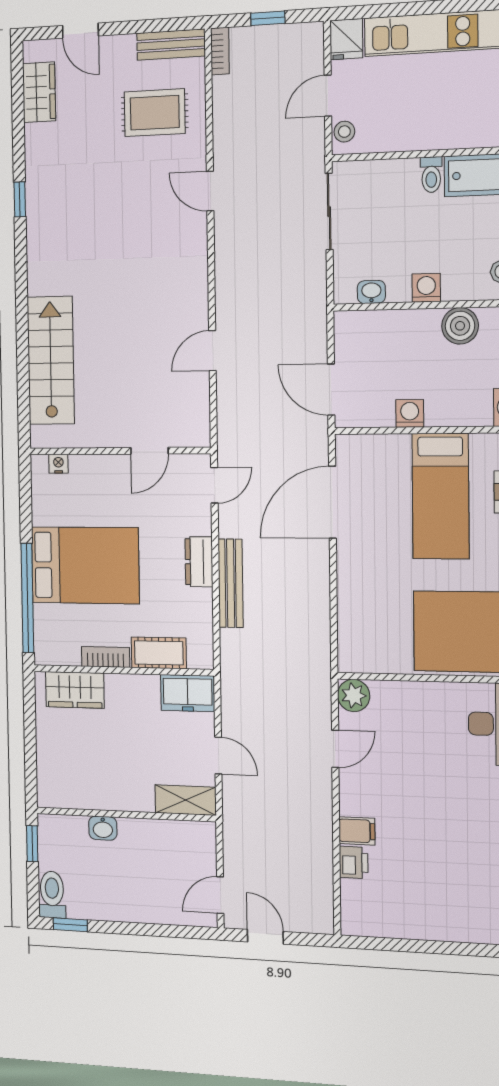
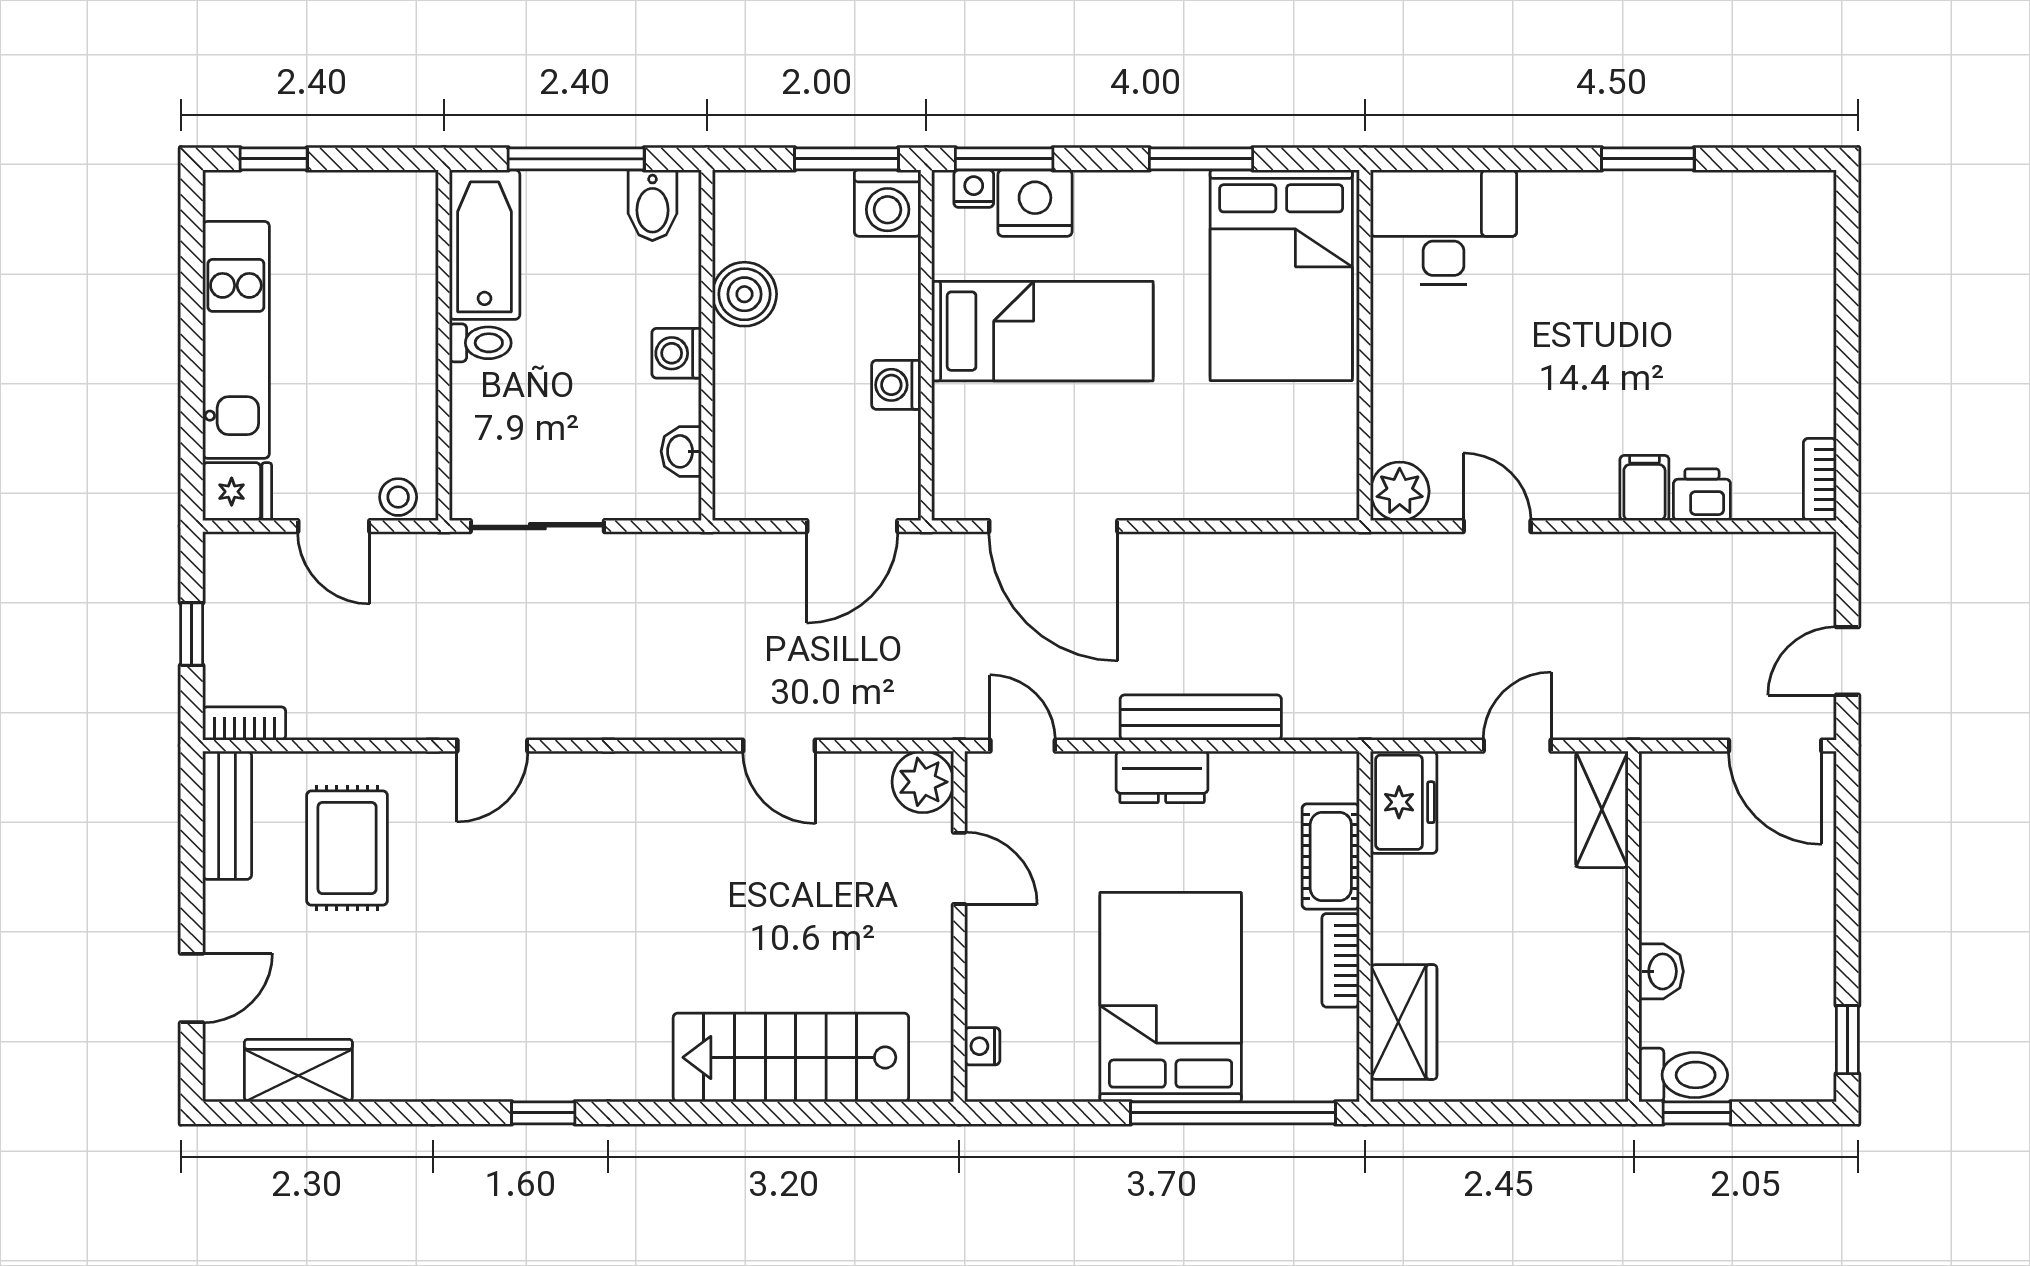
window: (20, 199) -> (543, 1113), moved
plant: (194, 430) -> (923, 782), added
toilet: (52, 895) -> (1683, 1075), moved, turned 180
door: (220, 895) -> (1775, 746), width x1.38
bookcase: (363, 928) -> (1820, 480), added

